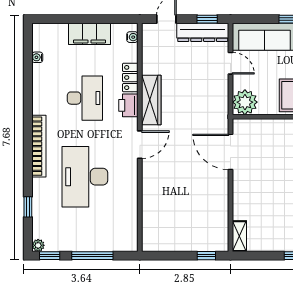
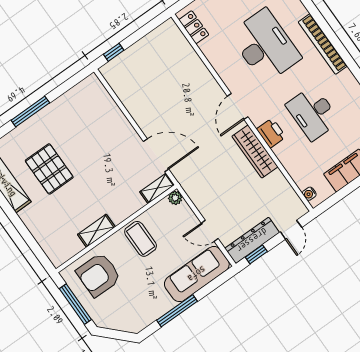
locker: (130, 78) -> (194, 27), moved
plant: (245, 102) -> (175, 198), width x0.53, depth x0.53
shelving: (239, 236) -> (157, 188), moved, turned 90

